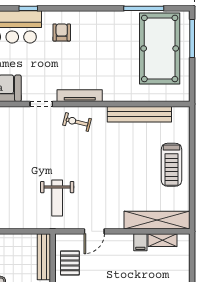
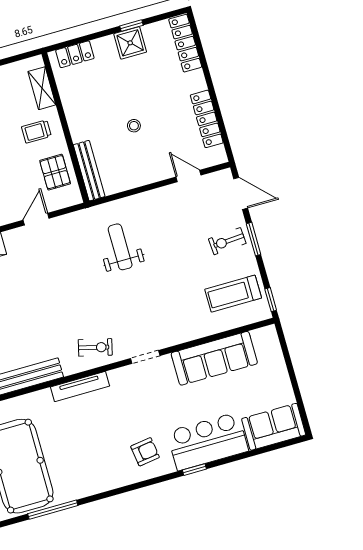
armchair: (62, 32) -> (145, 452), turned -98
tv unit: (80, 96) -> (80, 387), moved
weight bench: (57, 198) -> (120, 247), moved

